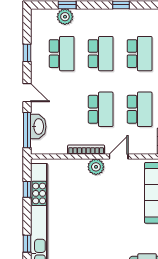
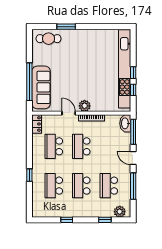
plant: (65, 17) -> (120, 212), moved
window: (27, 53) -> (133, 186), width x2.17
washbasin: (38, 127) -> (125, 123), moved
door: (119, 156) -> (69, 113), swing flipped
window: (27, 244) -> (133, 73), moved

